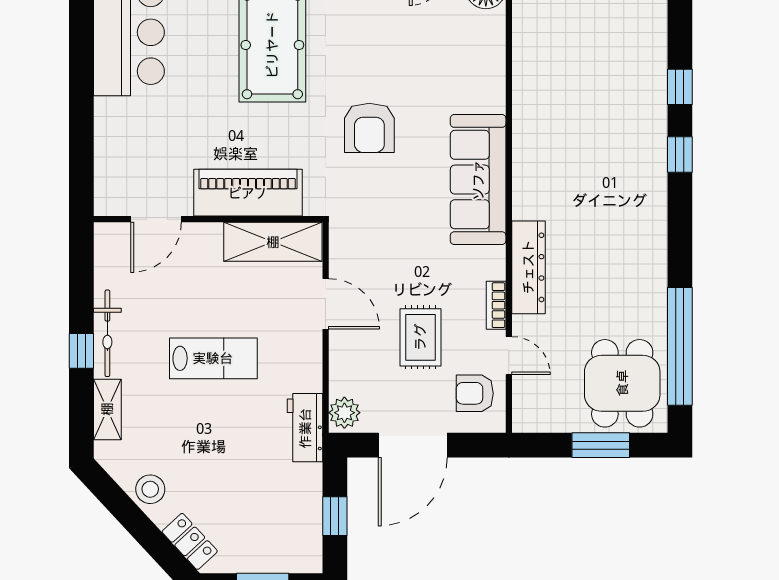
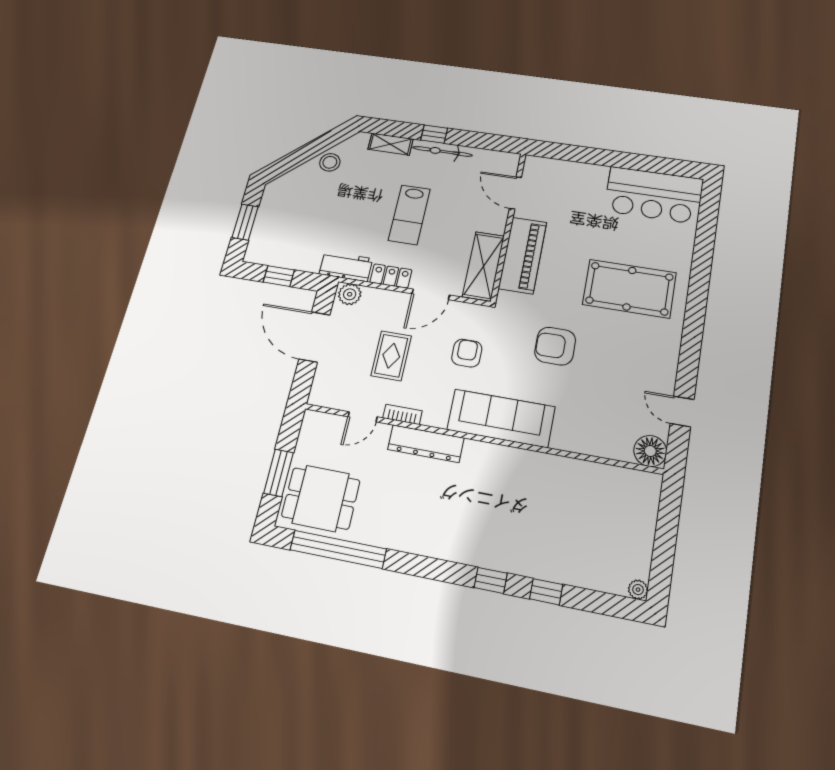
rug: (420, 337) -> (391, 356), turned 90
armchair: (475, 393) -> (467, 353), moved
locker: (190, 541) -> (391, 276), moved, turned -137

